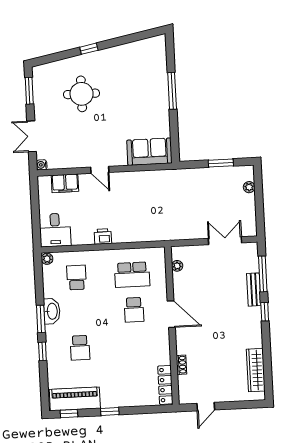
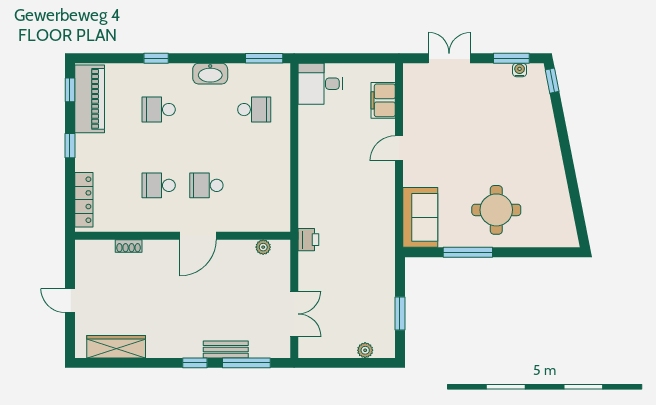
window: (89, 49) -> (552, 81), moved
window: (172, 91) -> (468, 252), moved
round table: (82, 94) -> (496, 210), moved
water cooler: (42, 165) -> (520, 70), moved
printer: (103, 236) -> (308, 240), moved
plant: (47, 259) -> (282, 71), removed
school desk: (132, 275) -> (159, 185), moved, width x0.54
window: (41, 319) -> (264, 58), moved
locker: (165, 385) -> (84, 200), moved, turned 90
door: (206, 407) -> (70, 301), moved

